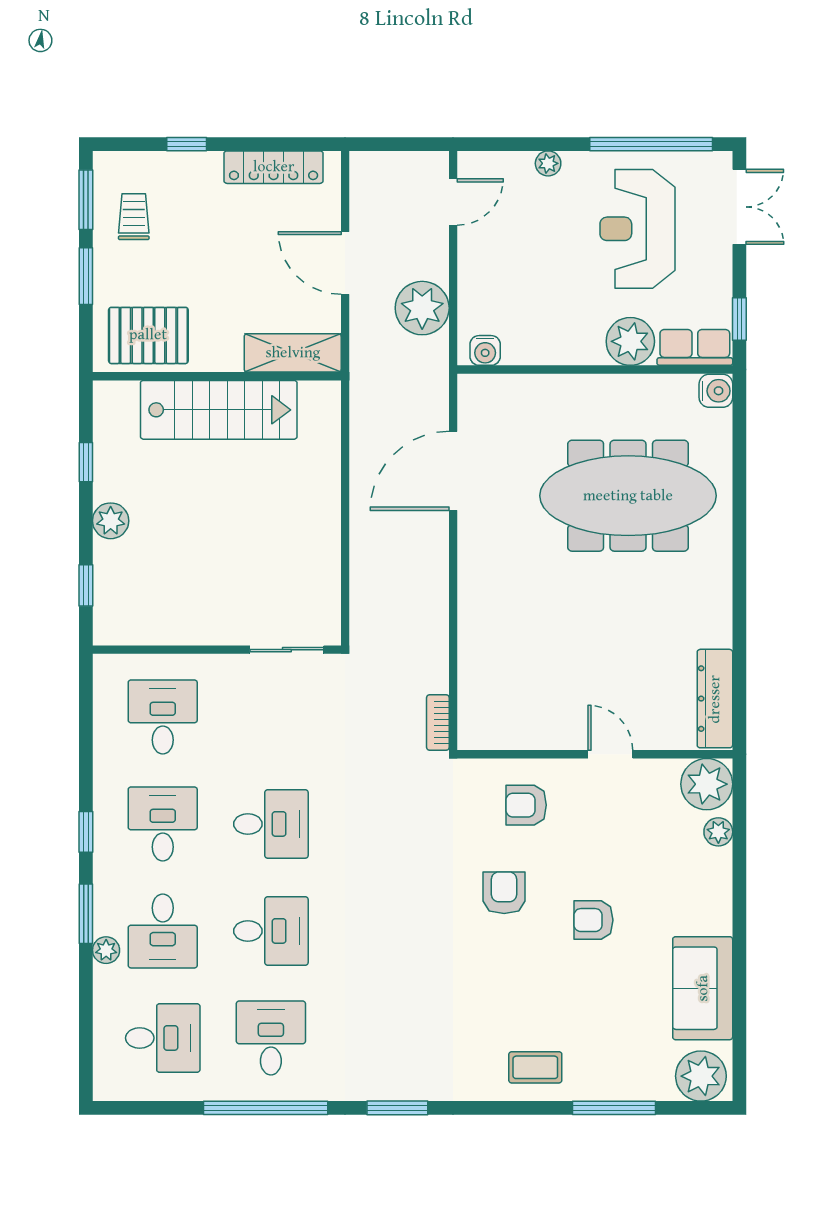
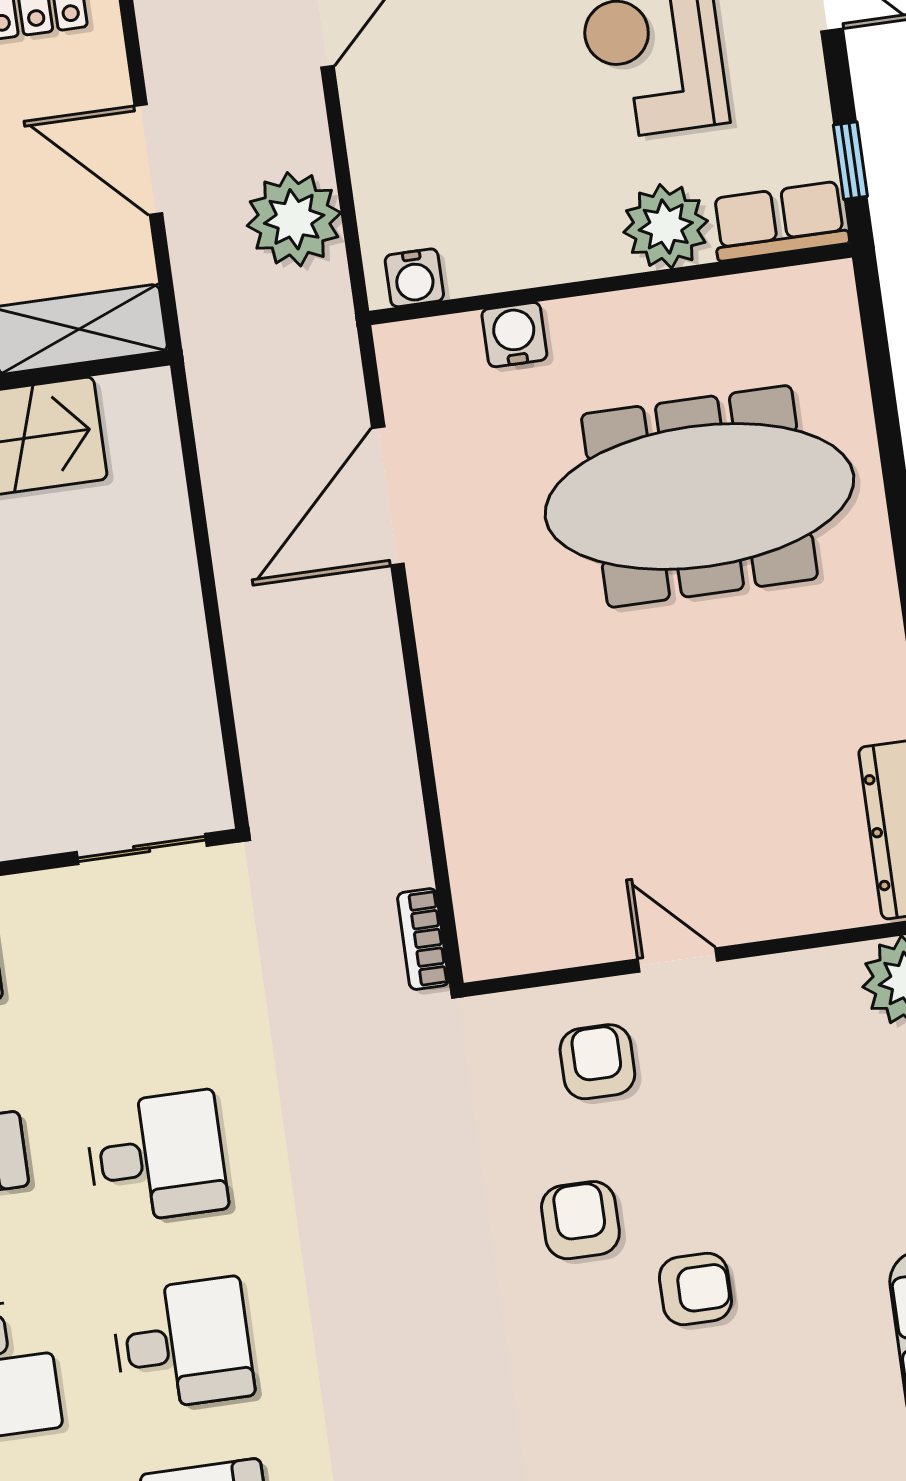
water cooler: (716, 391) -> (514, 335), moved, turned -90
door: (610, 754) -> (678, 960), moved
armchair: (526, 805) -> (597, 1062), turned 90
armchair: (593, 920) -> (695, 1289), moved, turned 180

